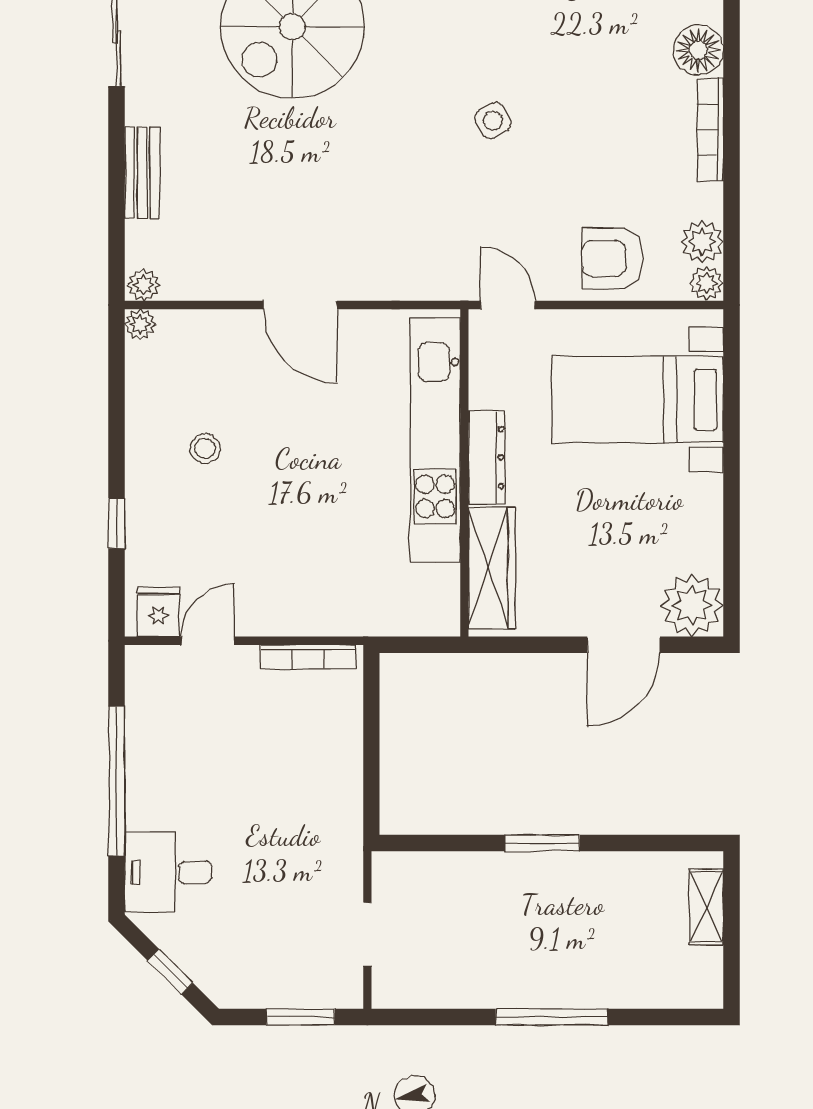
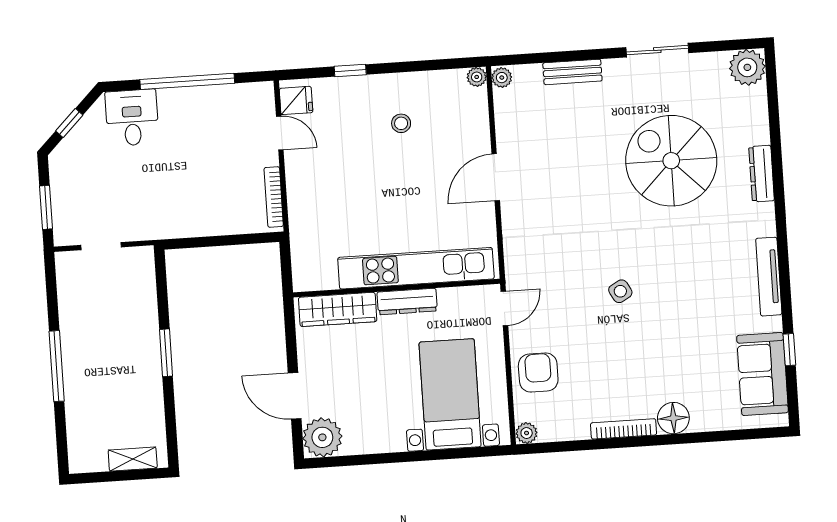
plant: (702, 242) -> (552, 428), removed

